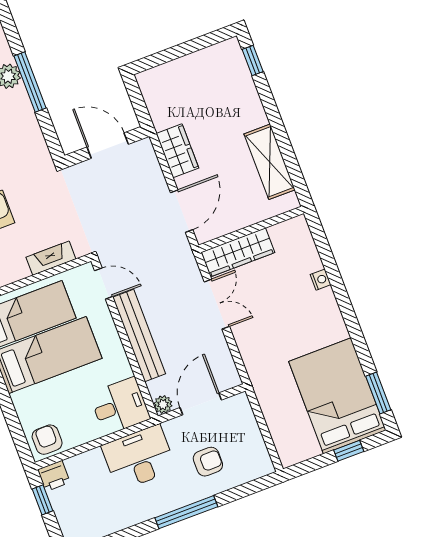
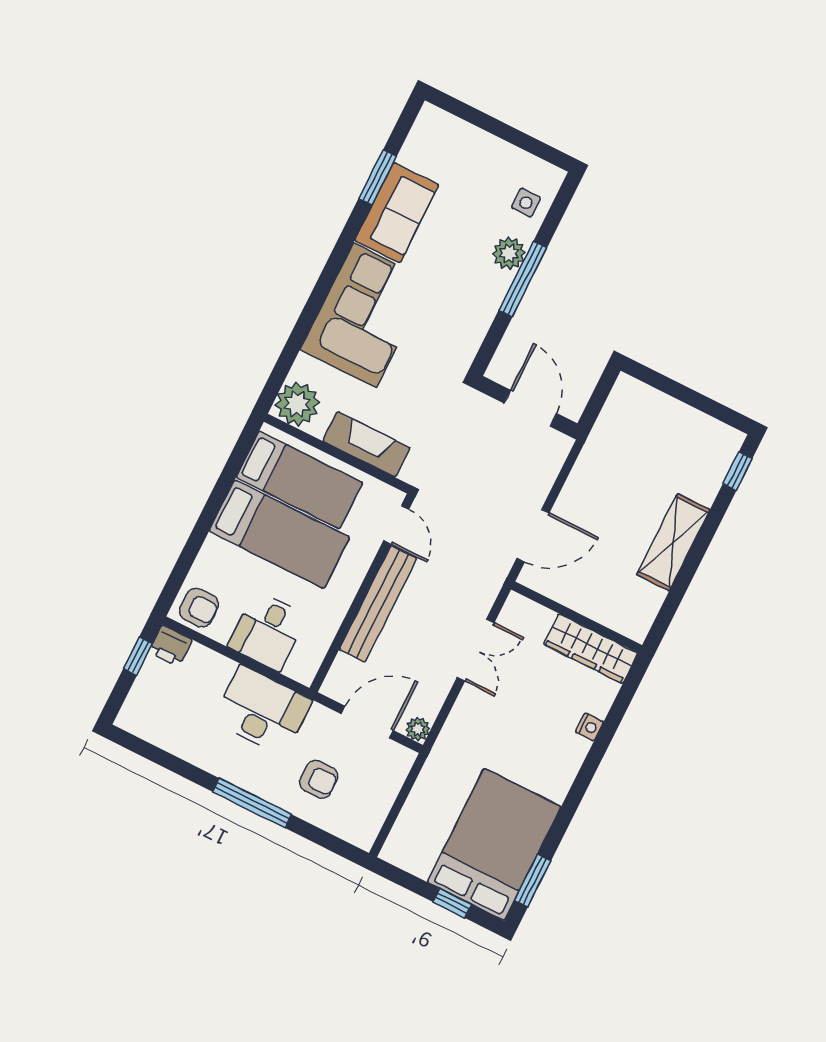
wardrobe: (177, 151) -> (586, 479), removed
shelving: (270, 162) -> (673, 542), moved
wardrobe: (238, 252) -> (591, 649), moved
fireplace: (51, 258) -> (366, 444), width x1.37, depth x1.32
plant: (163, 405) -> (418, 729), moved
desk: (120, 406) -> (267, 631), moved, turned 90
armchair: (47, 440) -> (199, 608), turned 90

